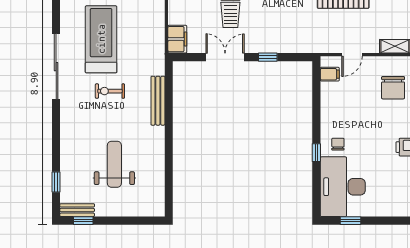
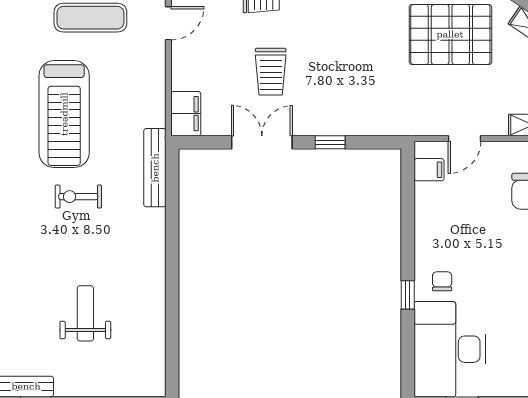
treadmill: (101, 39) -> (64, 114), turned 180
bench: (158, 101) -> (155, 168), moved
weight bench: (114, 164) -> (85, 313), width x0.73, depth x0.75

